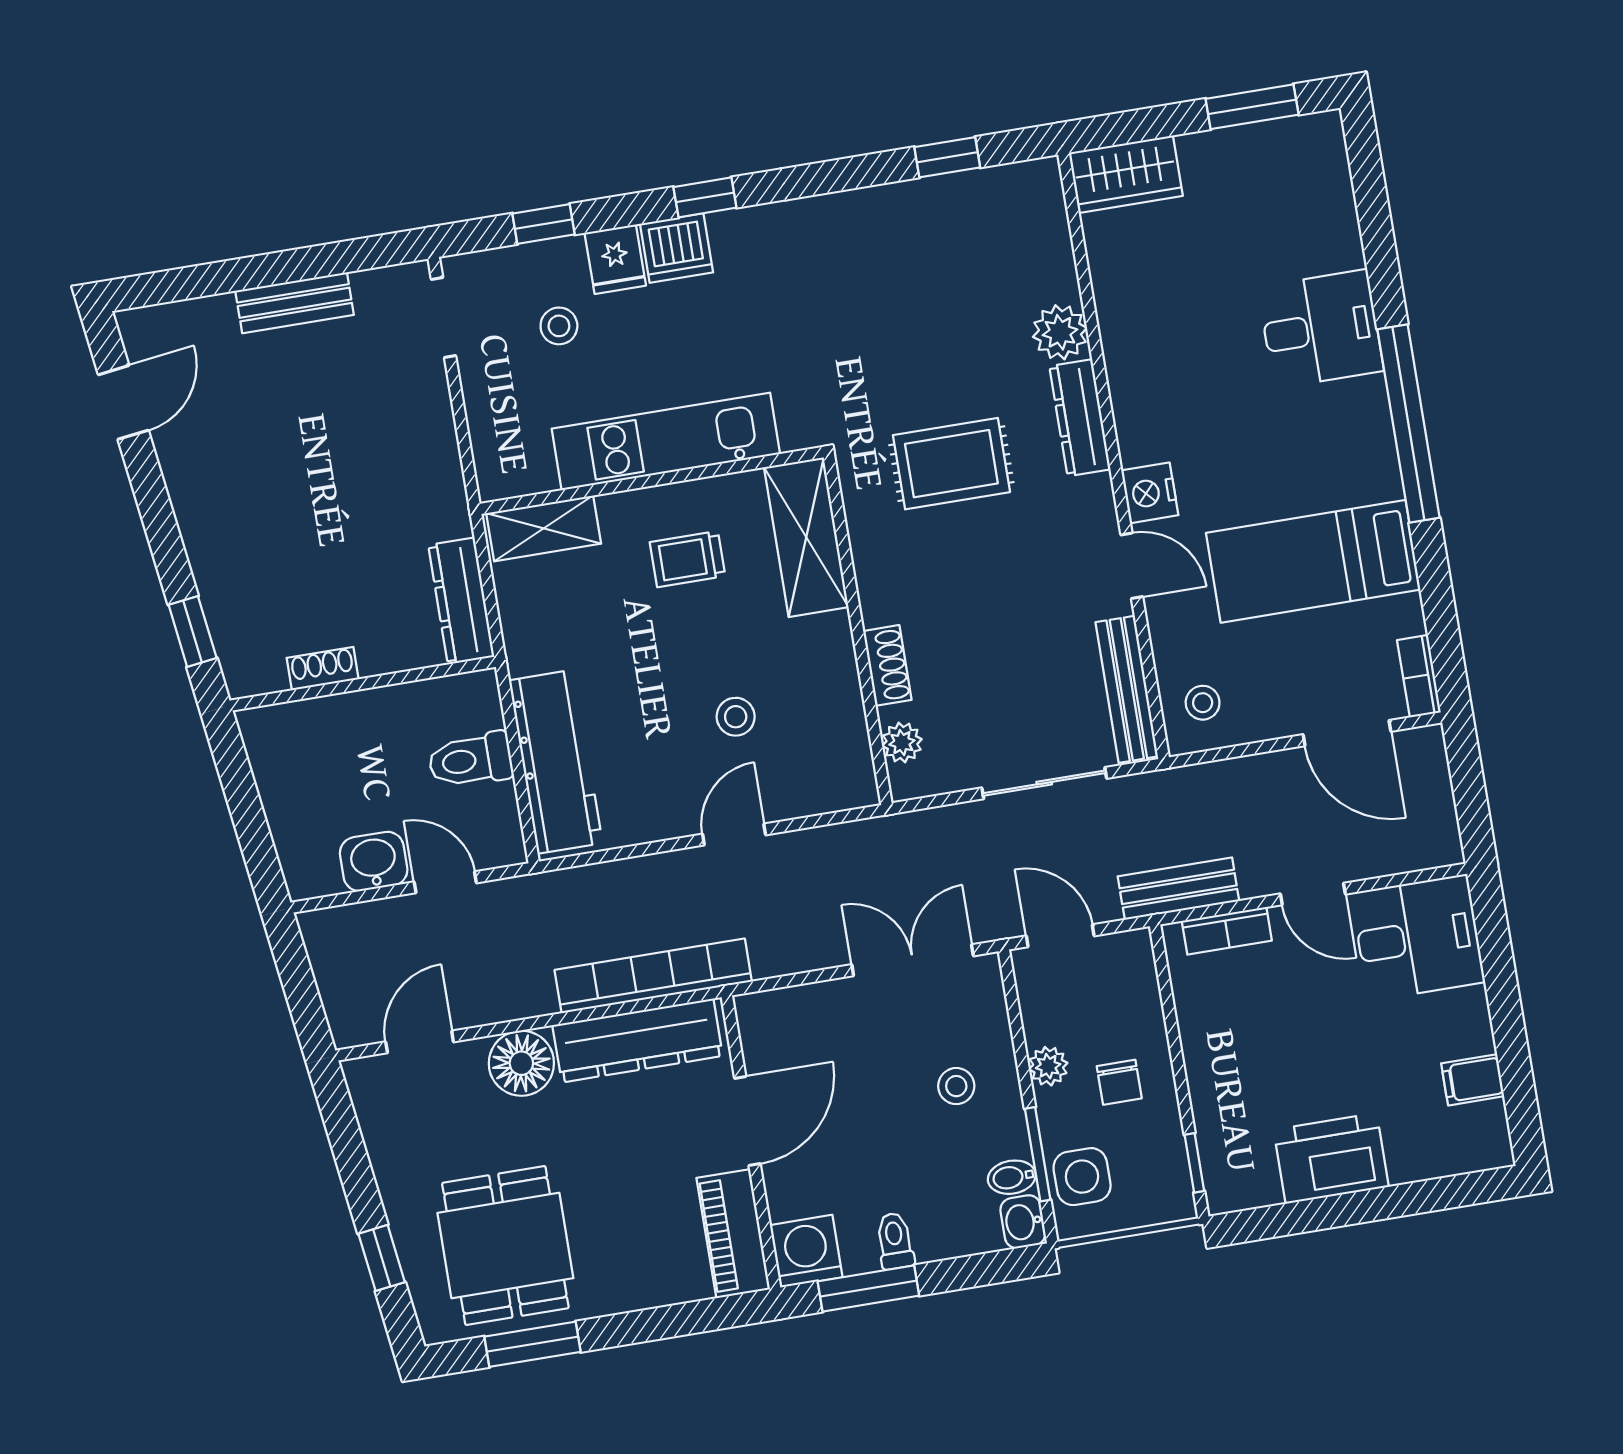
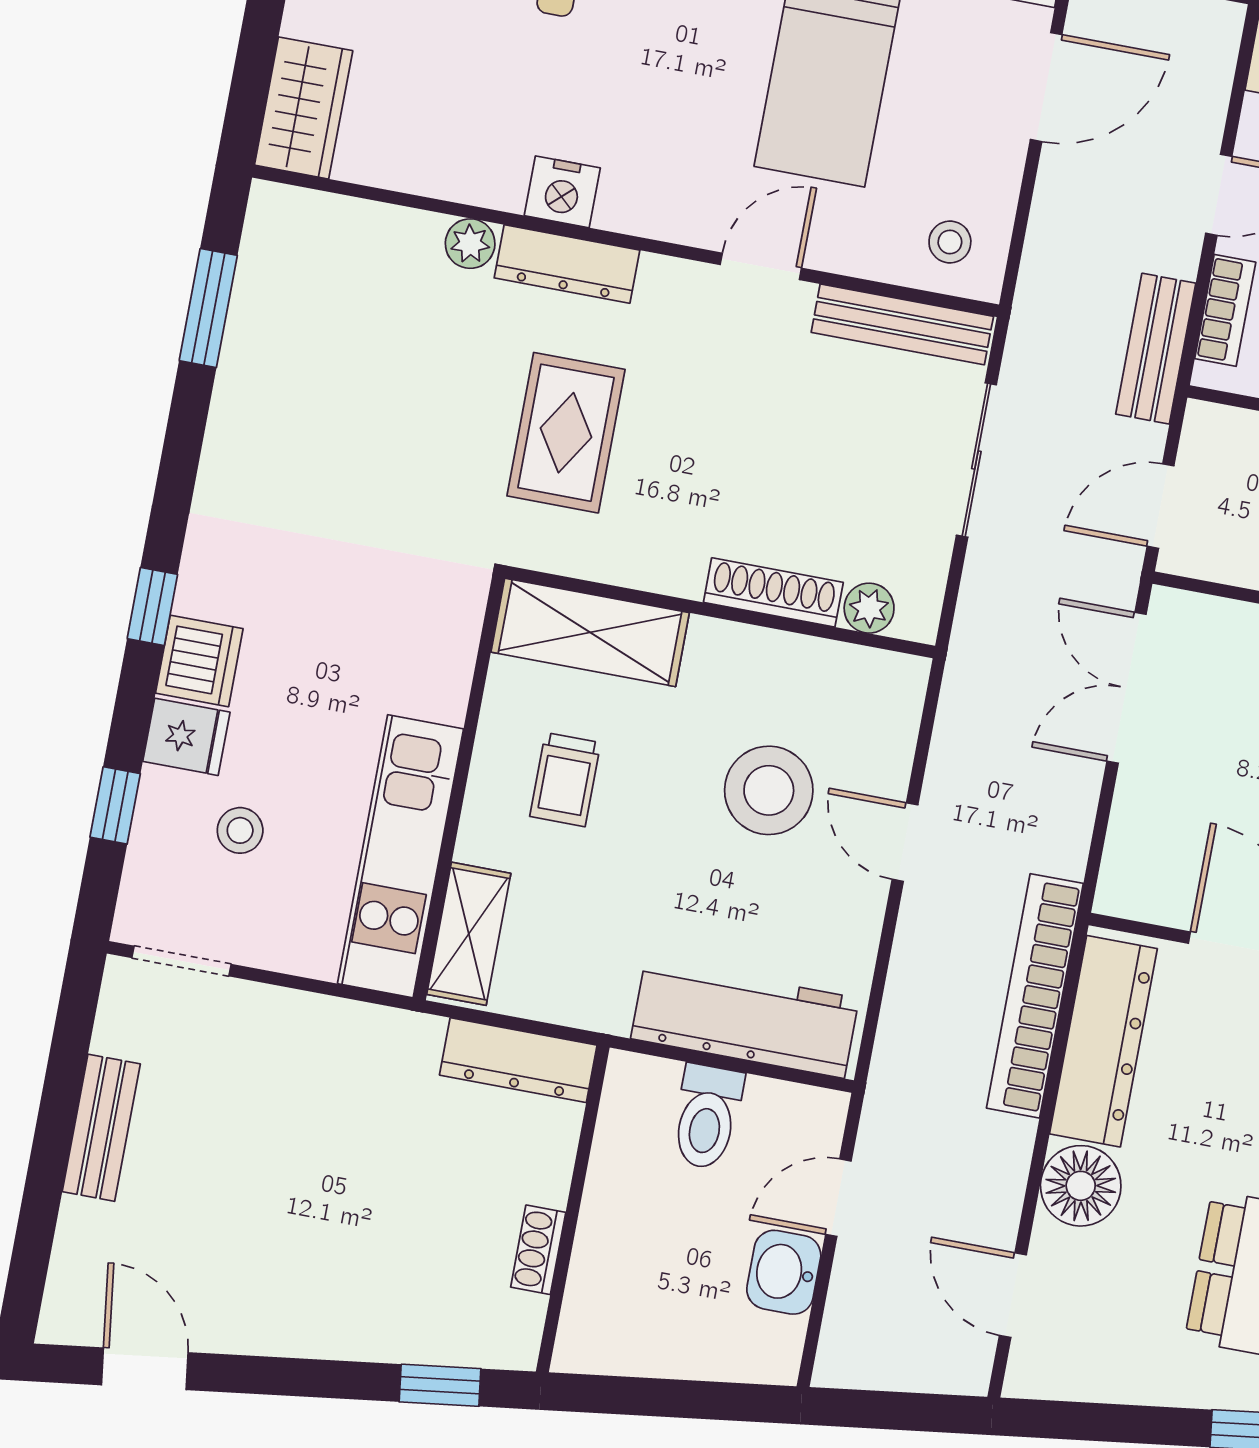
window: (947, 157) -> (208, 308), width x1.50
plant: (1060, 332) -> (470, 244), width x0.73, depth x0.73
kitchen unit: (666, 441) -> (400, 856), moved
nightstand: (1150, 493) -> (562, 192), moved
shoe rack: (887, 665) -> (773, 592), width x1.43
stool: (736, 717) -> (769, 790), width x1.89, depth x1.89

